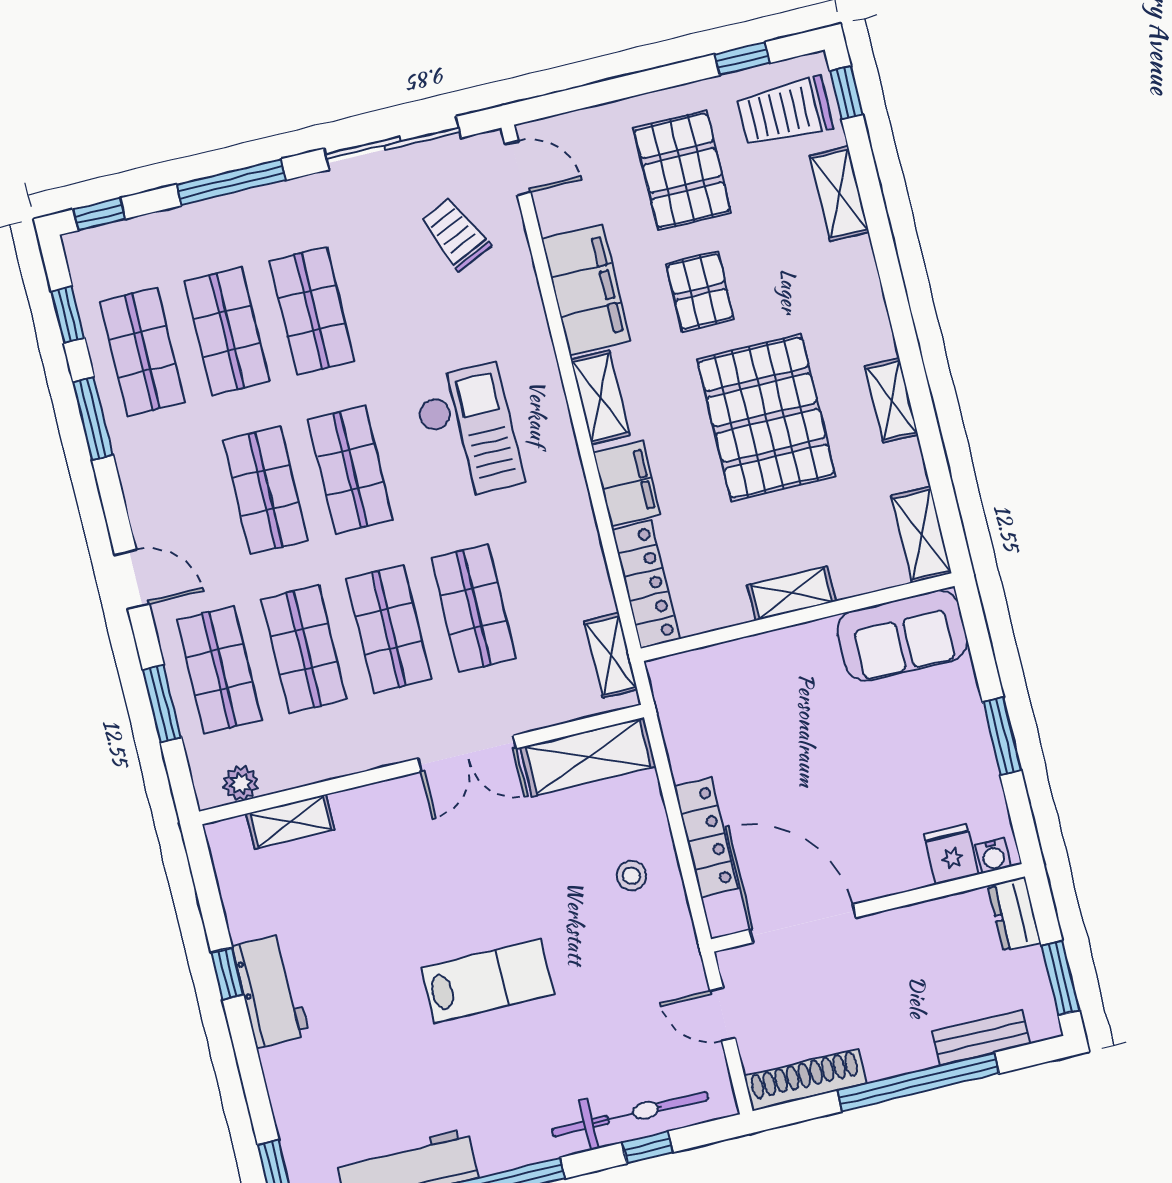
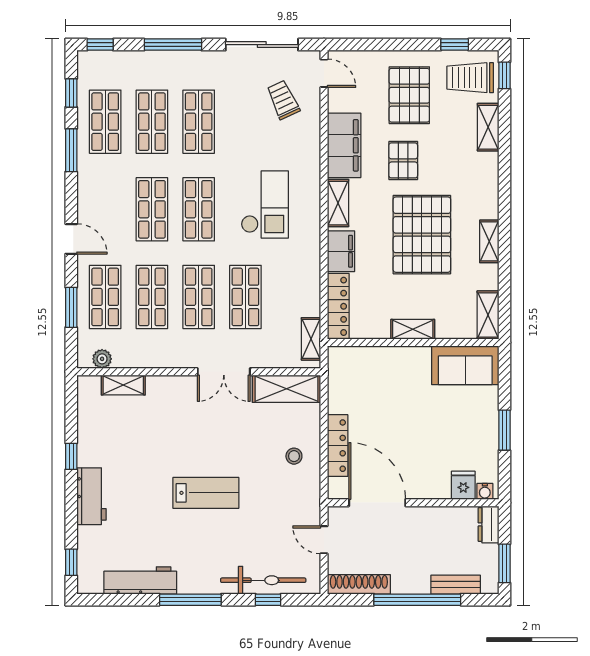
workbench: (271, 991) -> (92, 496), moved

